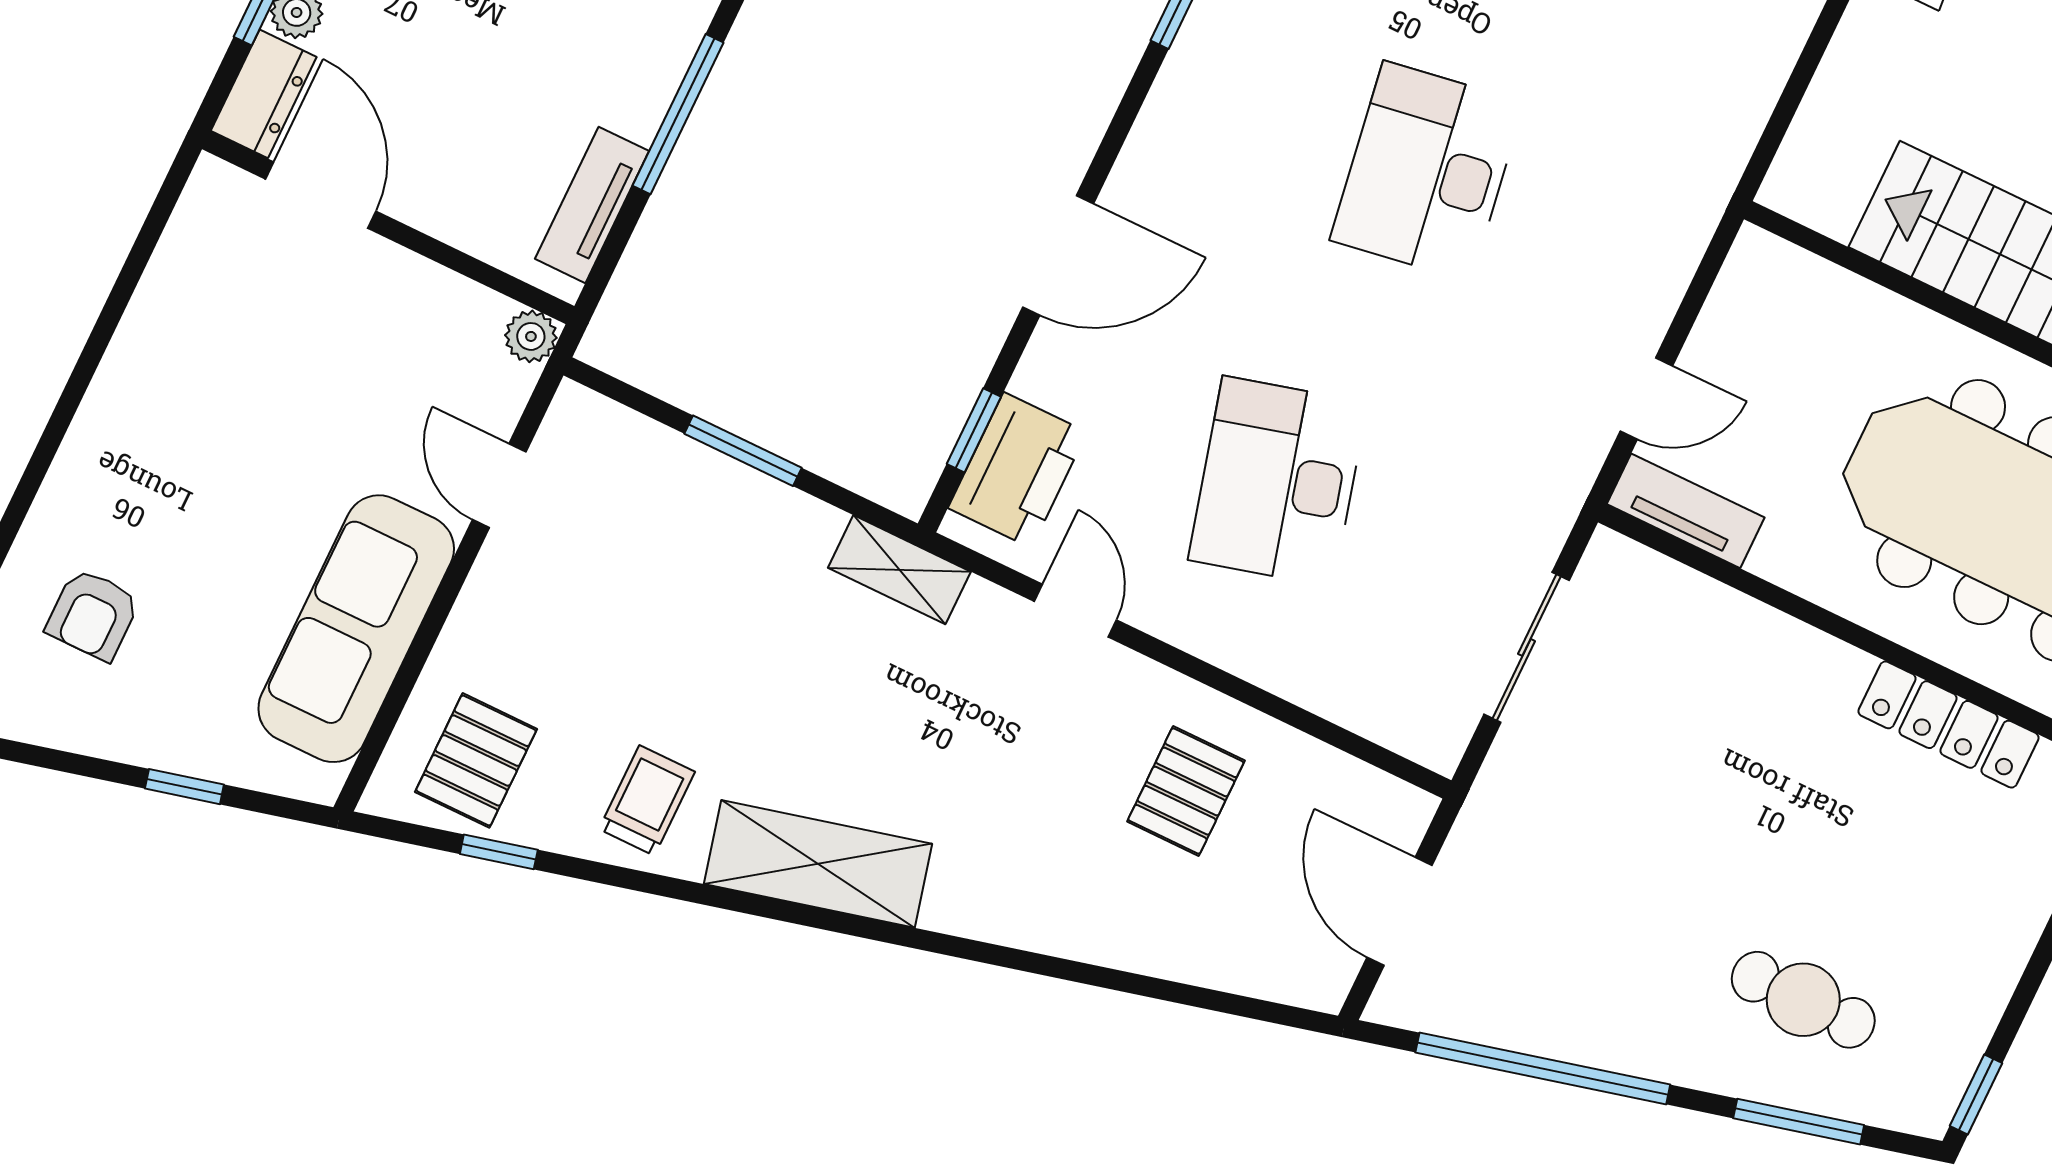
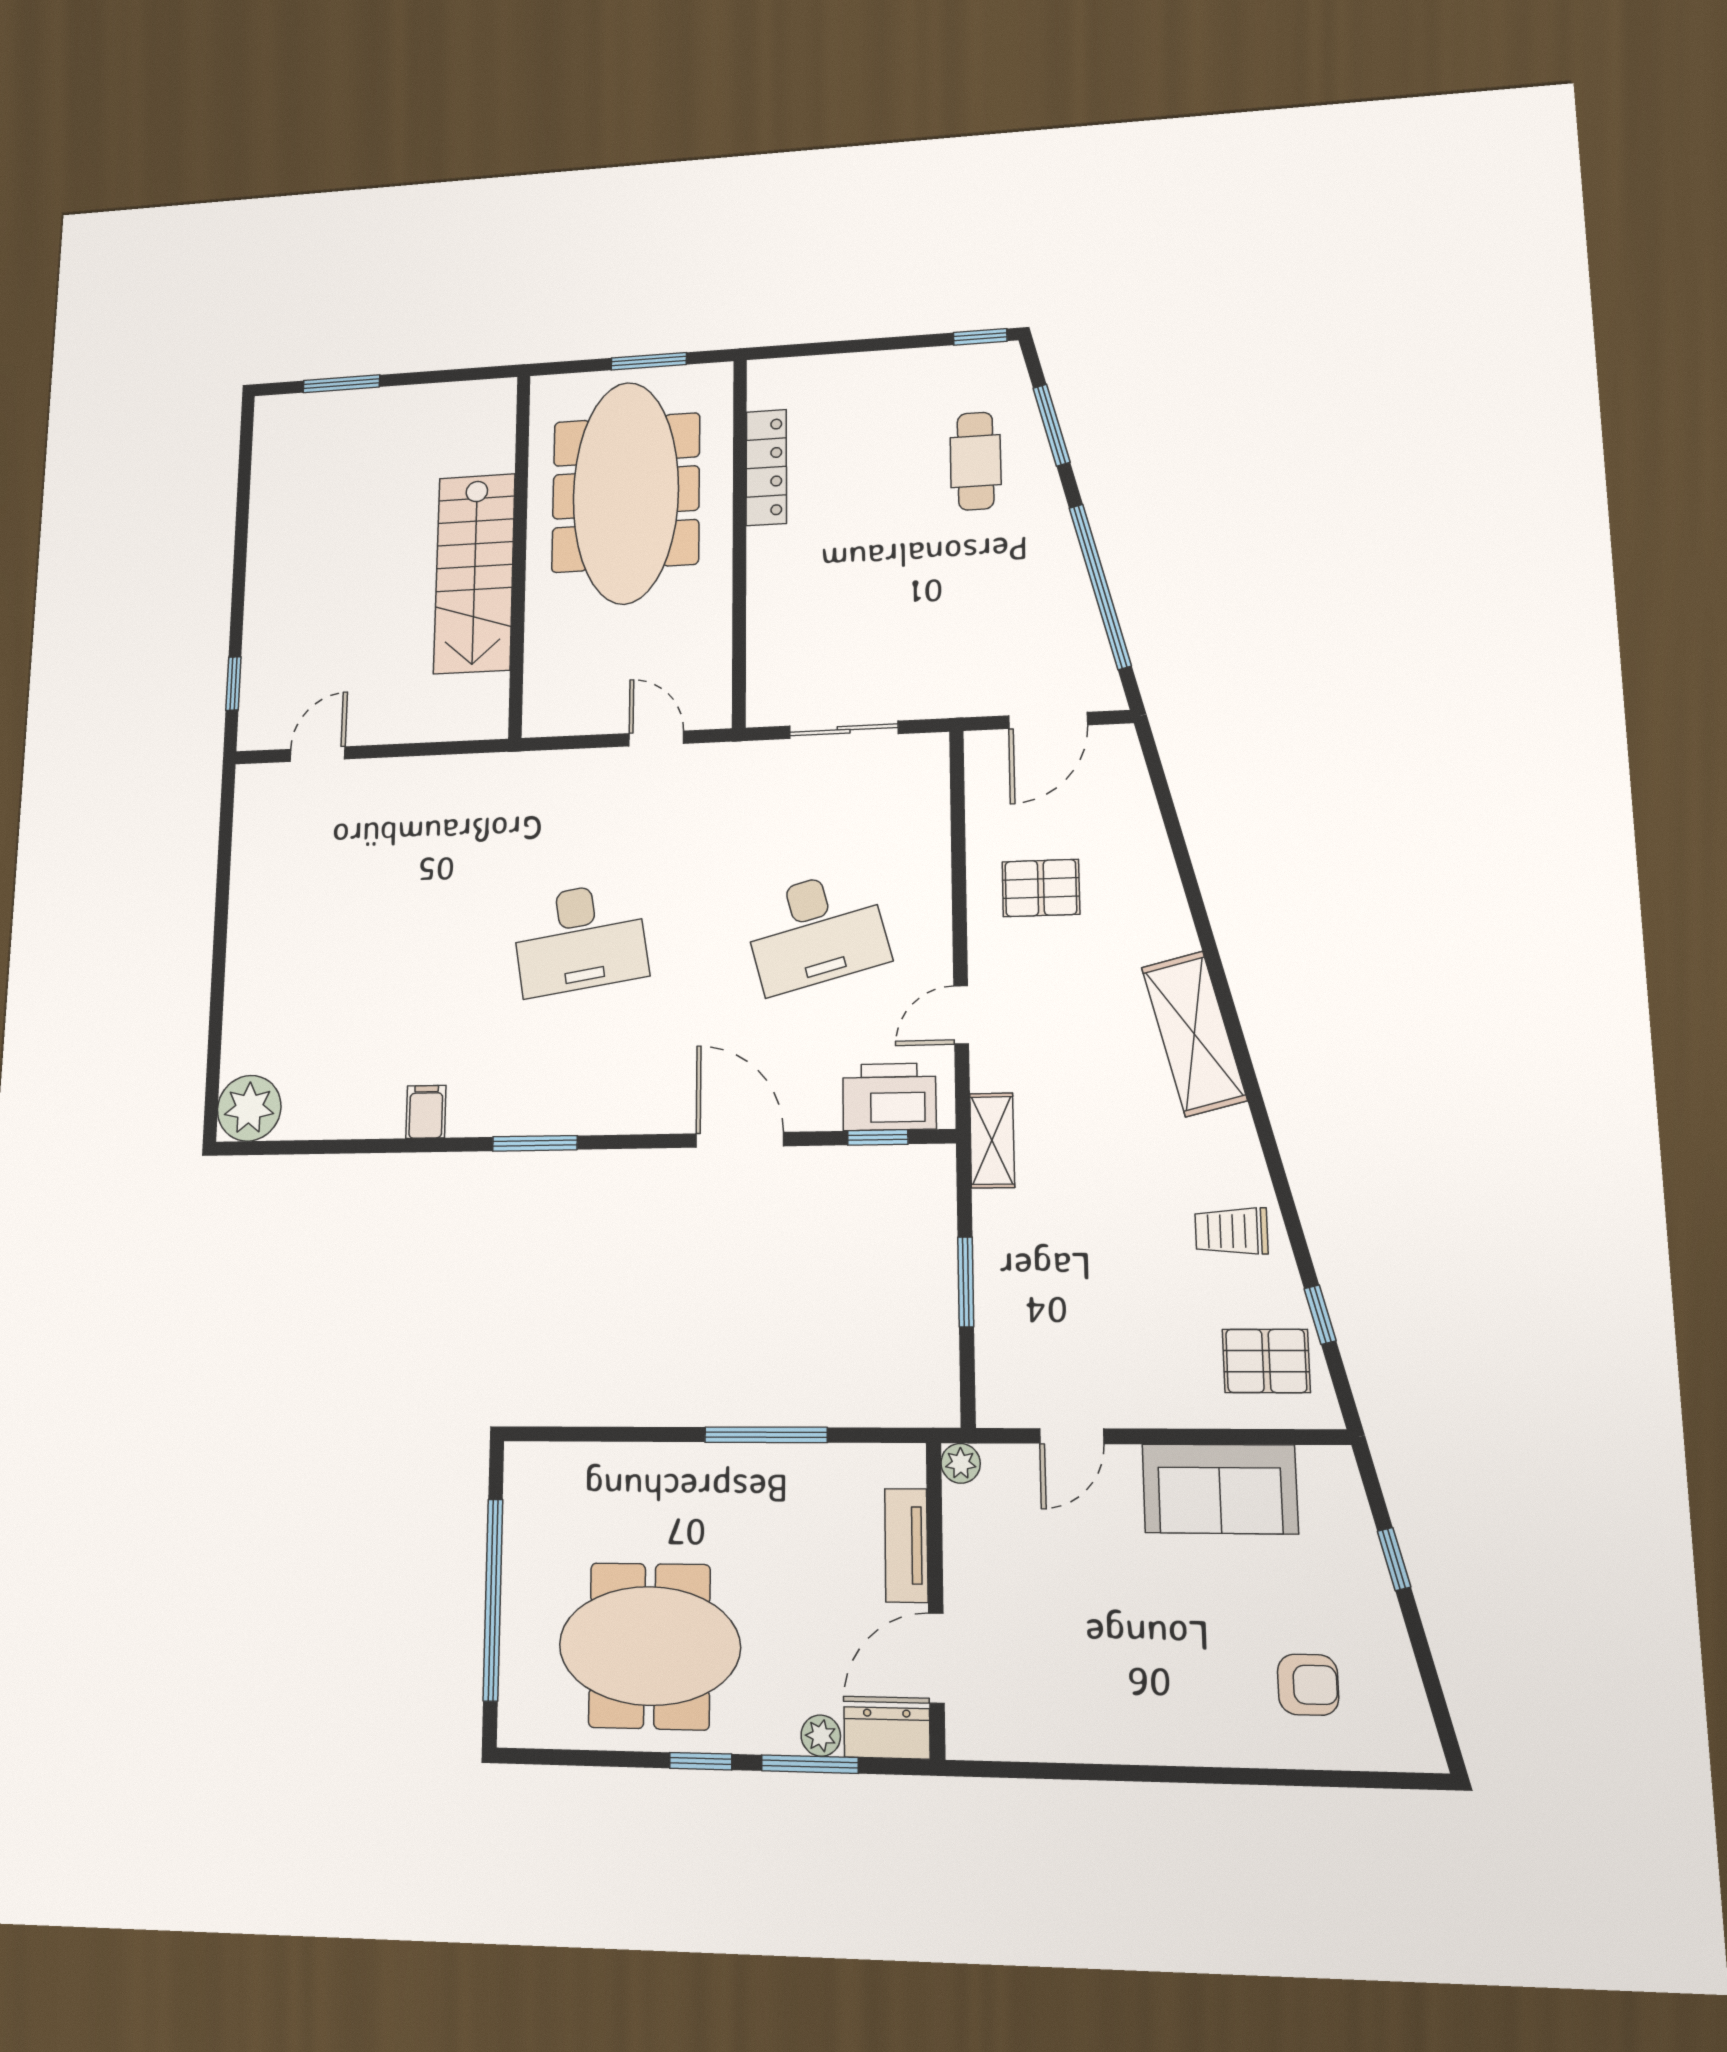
tv unit: (592, 205) -> (906, 1545), moved, turned 90
tv unit: (1686, 511) -> (713, 681), removed
sofa: (356, 629) -> (1220, 1489), width x0.73
shelving: (818, 864) -> (1194, 1034), moved

